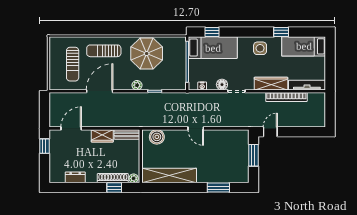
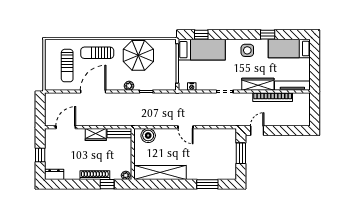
floor lamp: (222, 85) -> (211, 85), removed
window: (44, 146) -> (40, 155), moved
dresser: (75, 177) -> (54, 174), moved
shoe rack: (113, 178) -> (95, 175), moved

